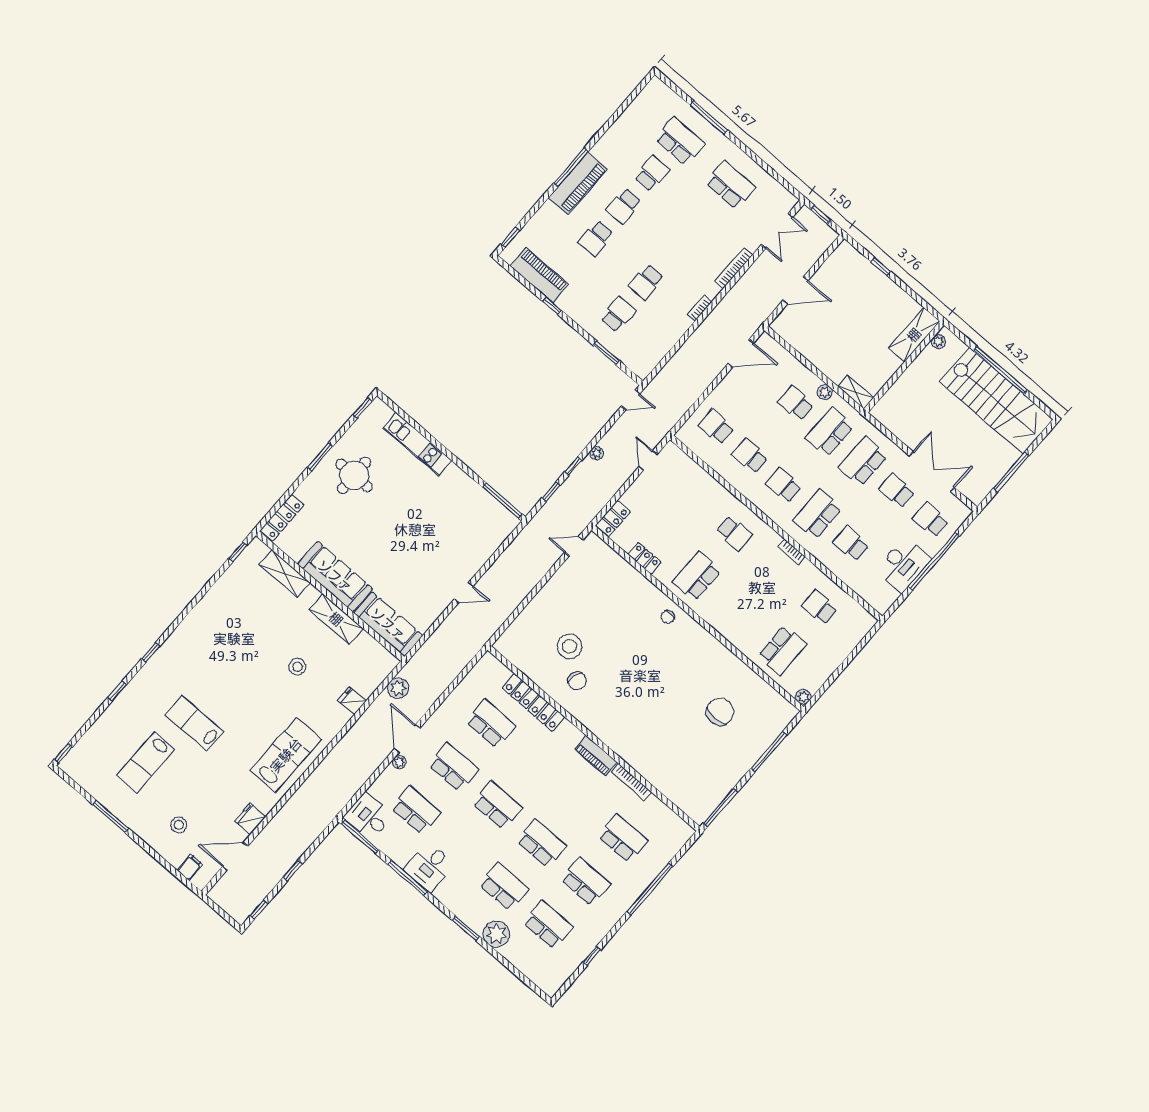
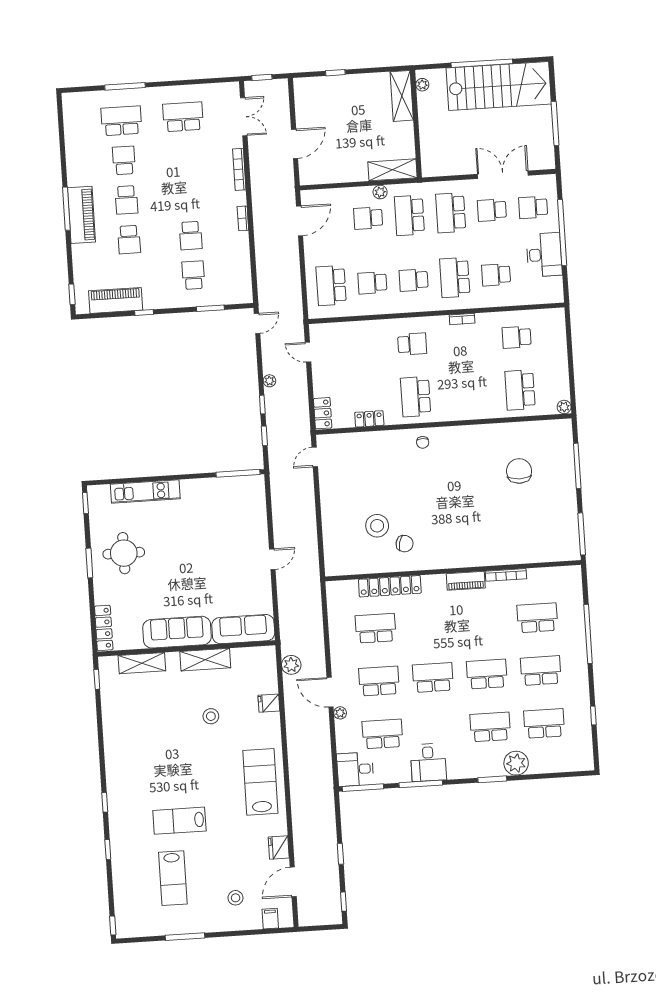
shelving: (856, 392) -> (392, 170), width x1.50, depth x1.33
school desk: (716, 427) -> (331, 285), width x1.85
school desk: (782, 650) -> (520, 390), turned 180

